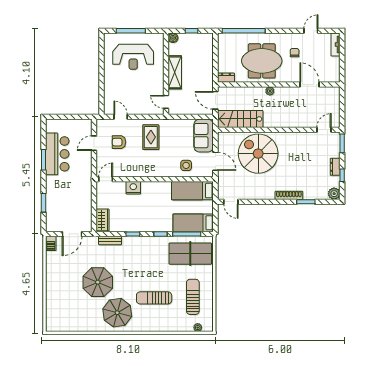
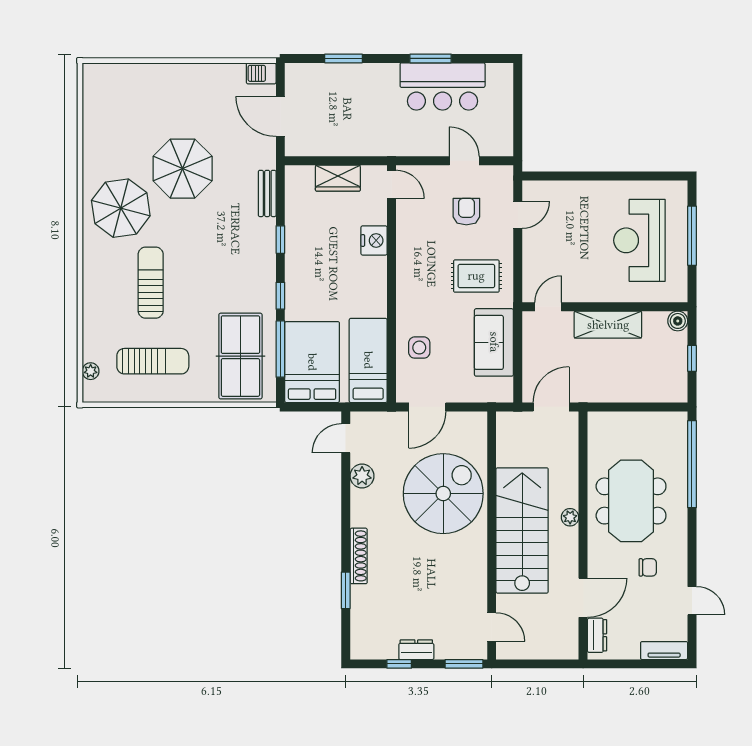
dresser: (226, 78) -> (597, 635), moved
stairs: (240, 119) -> (522, 530), moved, width x1.36, depth x1.51
sofa: (204, 136) -> (494, 342), moved, turned -90
plant: (334, 194) -> (362, 476), moved
wardrobe: (102, 220) -> (338, 178), moved
bed: (193, 223) -> (312, 362), width x1.50

